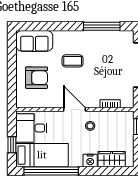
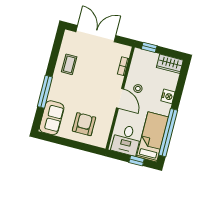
window: (102, 26) -> (45, 92), moved
coffee table: (73, 61) -> (69, 64), moved
door: (74, 109) -> (120, 98), swing flipped
wardrobe: (112, 159) -> (170, 64), moved, turned -90

